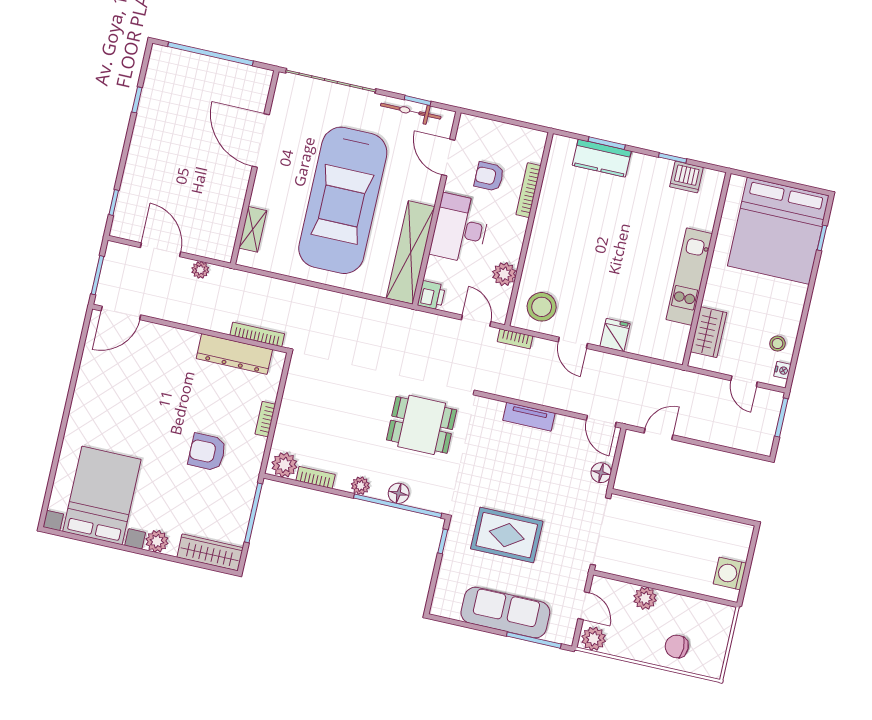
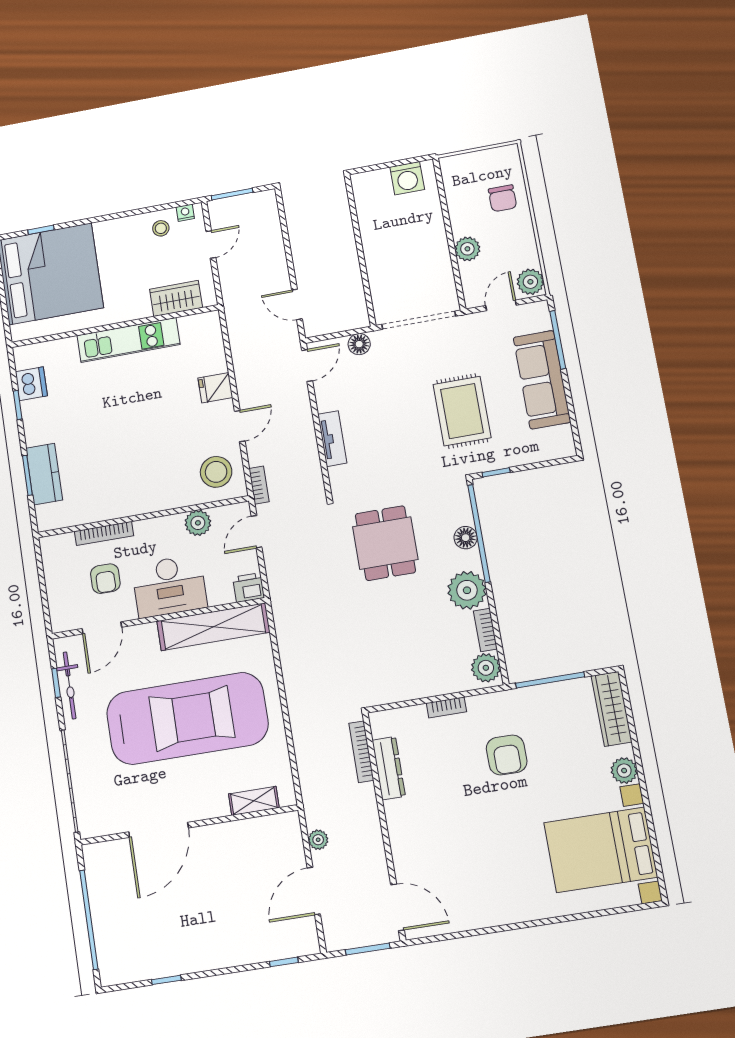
dresser: (234, 354) -> (389, 768), width x0.73, depth x0.80
plant: (360, 486) -> (467, 590), width x1.87, depth x1.87

